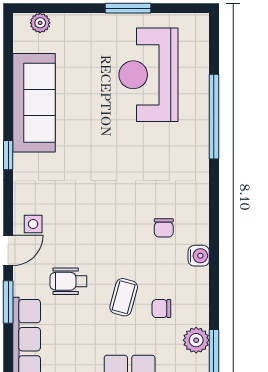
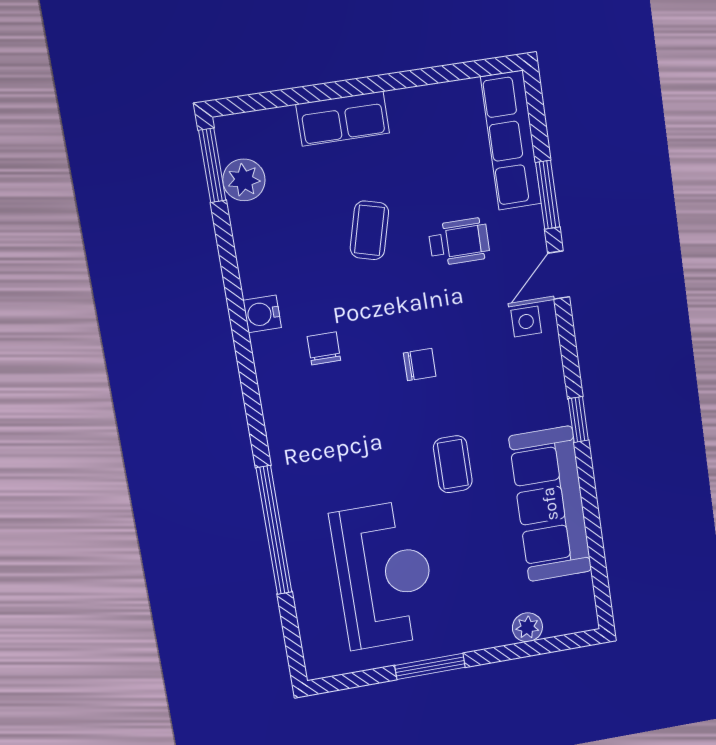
plant: (40, 23) -> (527, 627), moved
coffee table: (93, 140) -> (453, 464), added
chair: (161, 309) -> (420, 365), moved

